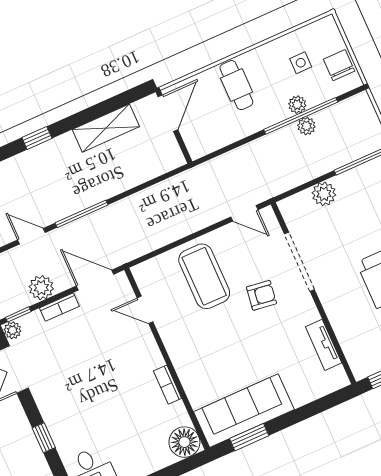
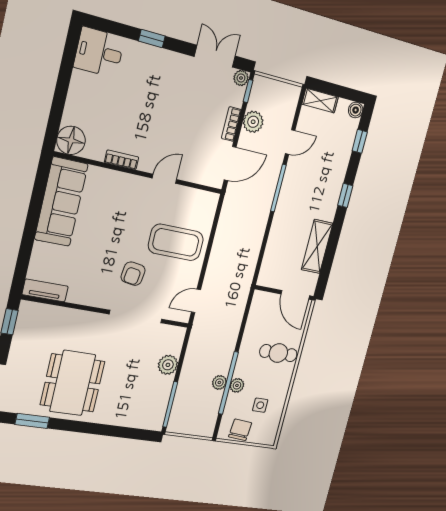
chair: (339, 65) -> (240, 430), turned -85
door: (145, 310) -> (164, 179), moved
tv unit: (324, 345) -> (45, 290), moved
window: (249, 437) -> (39, 191), removed

